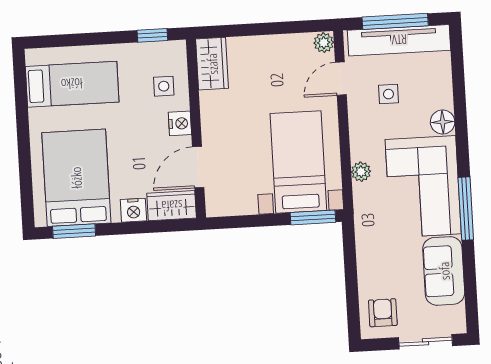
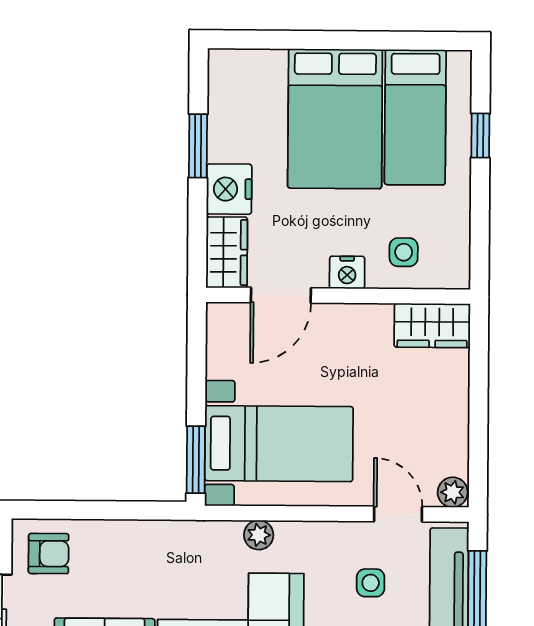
window: (152, 35) -> (480, 135), moved
door: (198, 167) -> (281, 295), swing flipped
bed: (76, 178) -> (335, 119), moved, turned 90
nightstand: (133, 210) -> (229, 189), width x1.36, depth x1.33
window: (74, 231) -> (198, 146), moved

